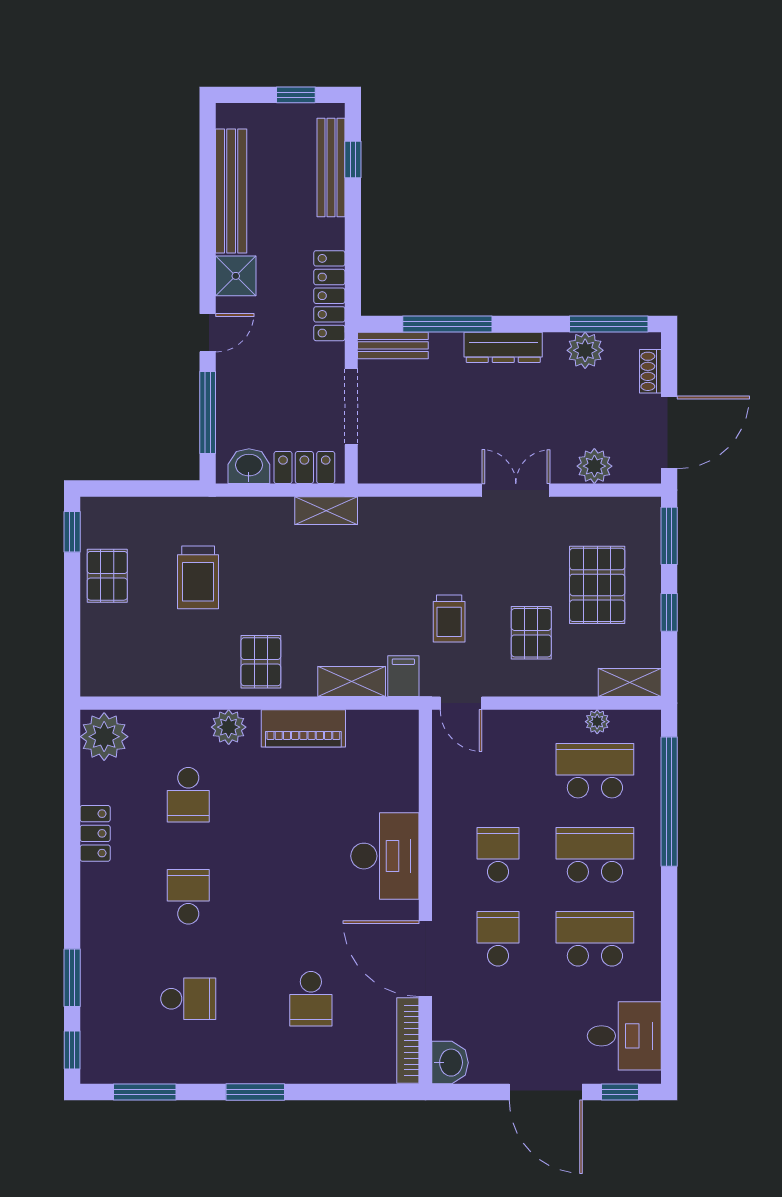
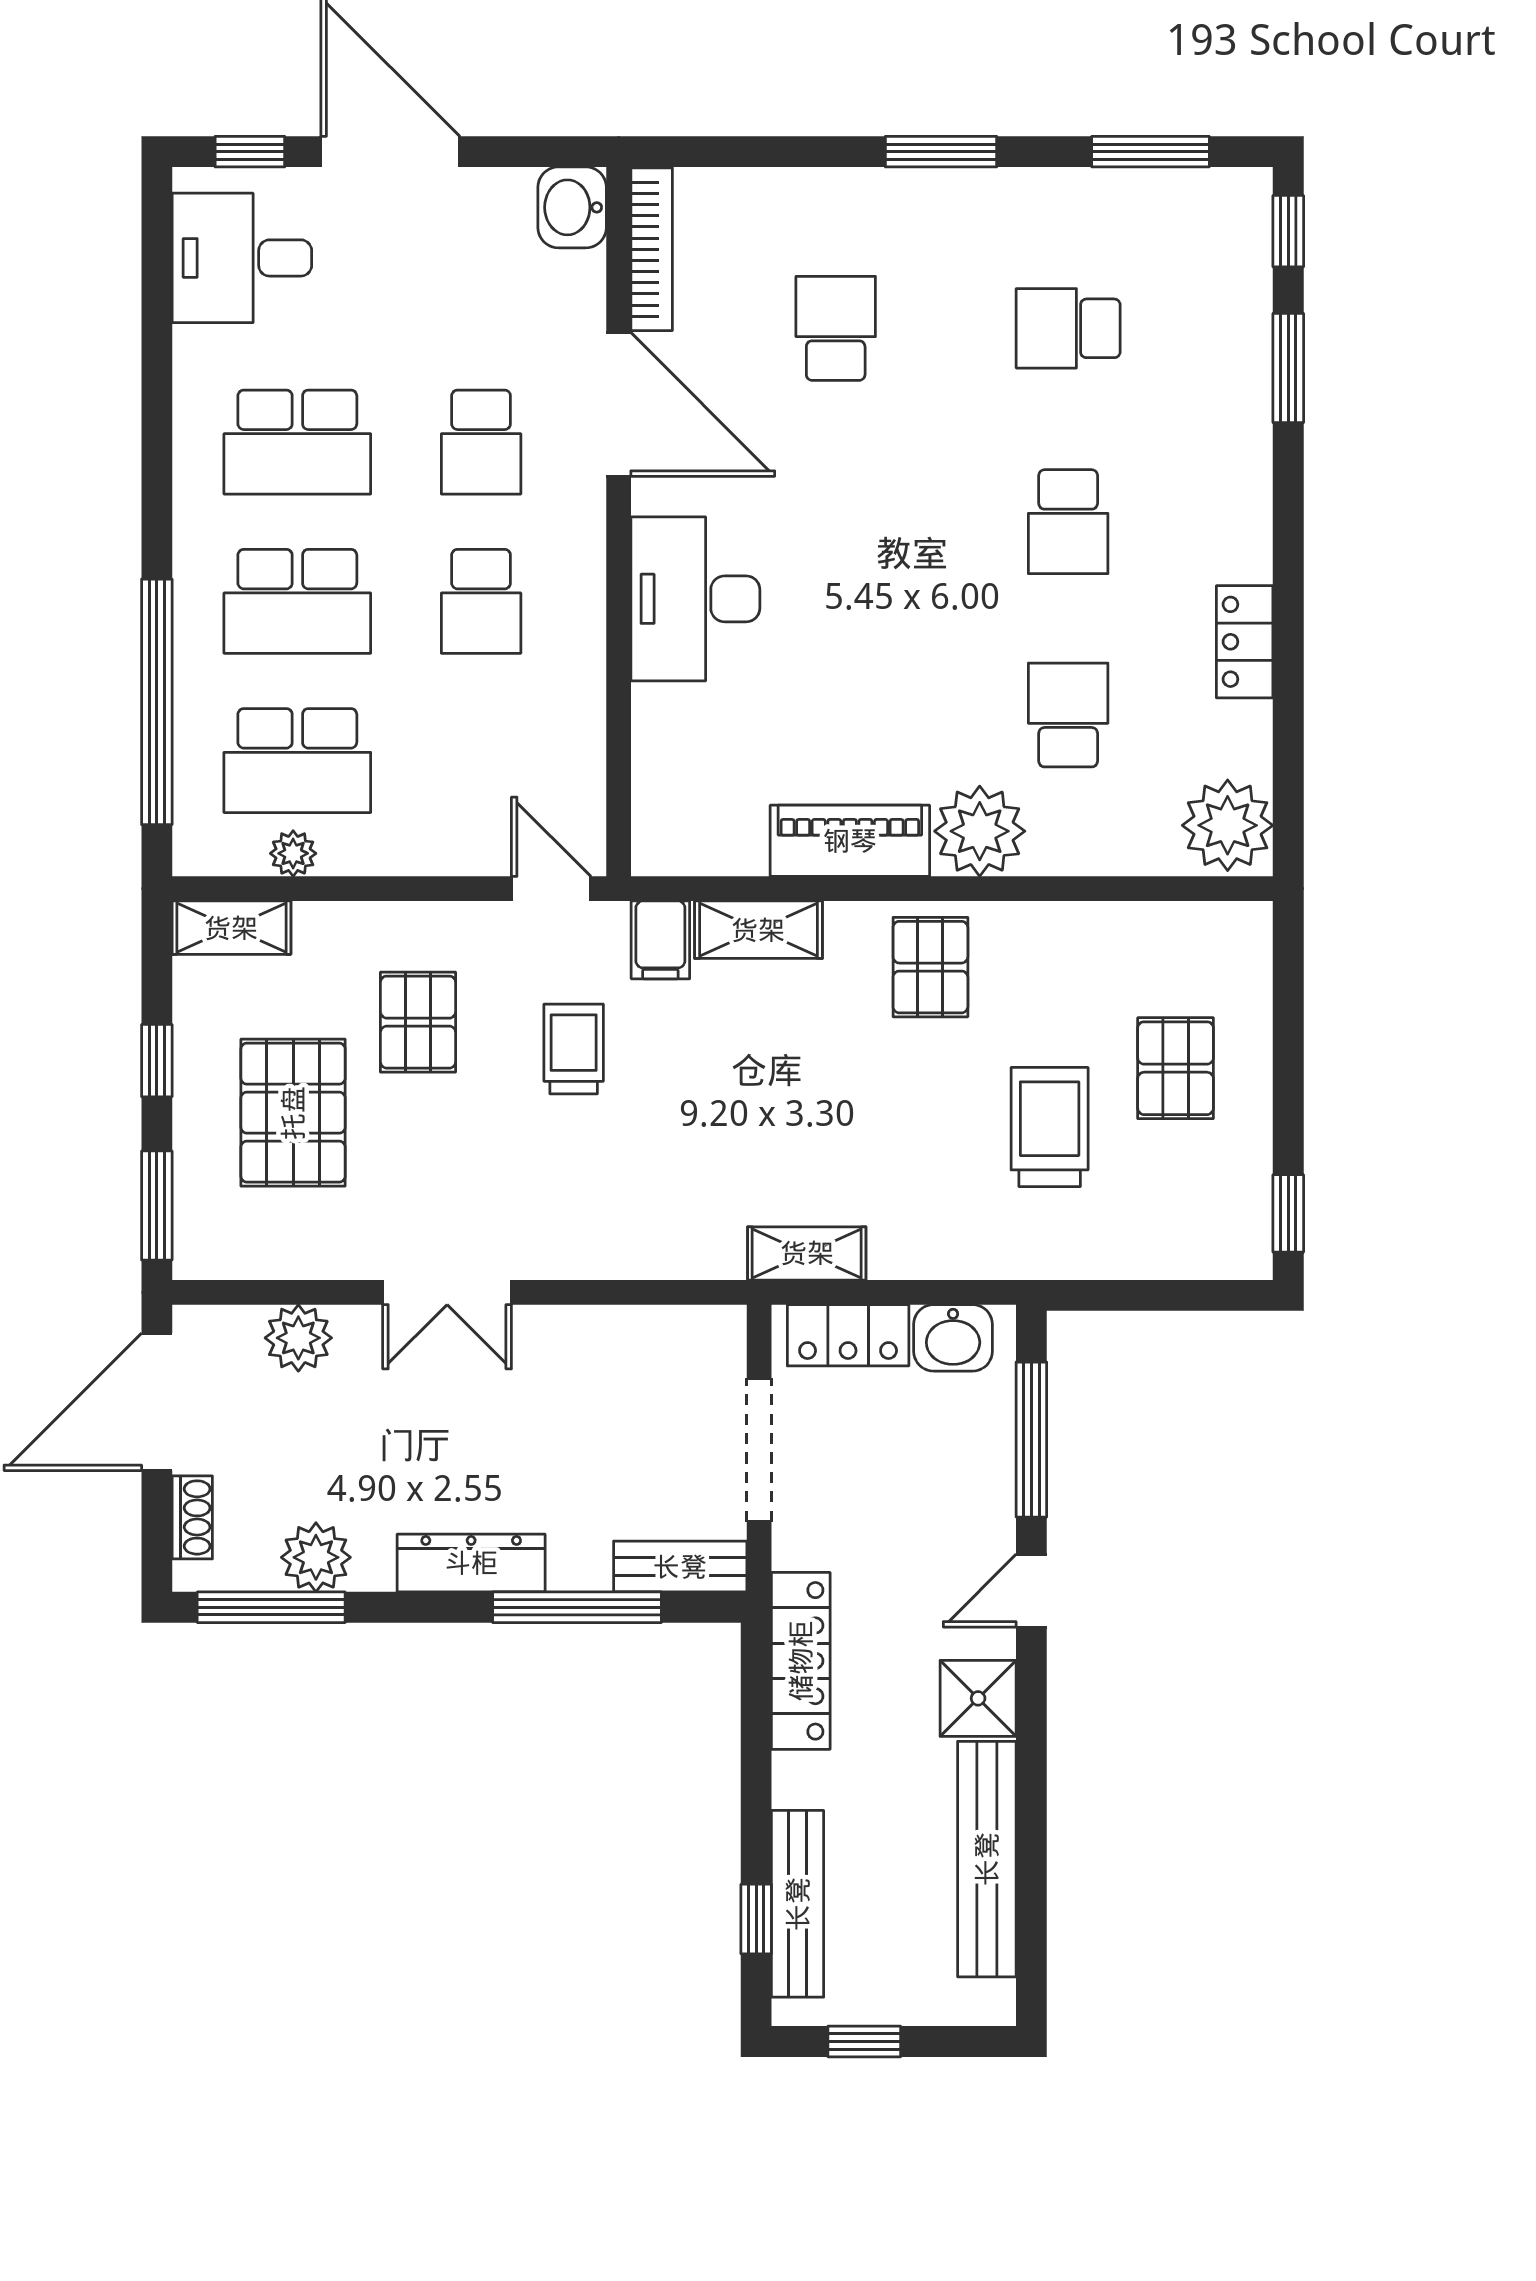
pallet: (107, 576) -> (1176, 1068), moved
plant: (229, 727) -> (980, 831), width x1.36, depth x1.36

